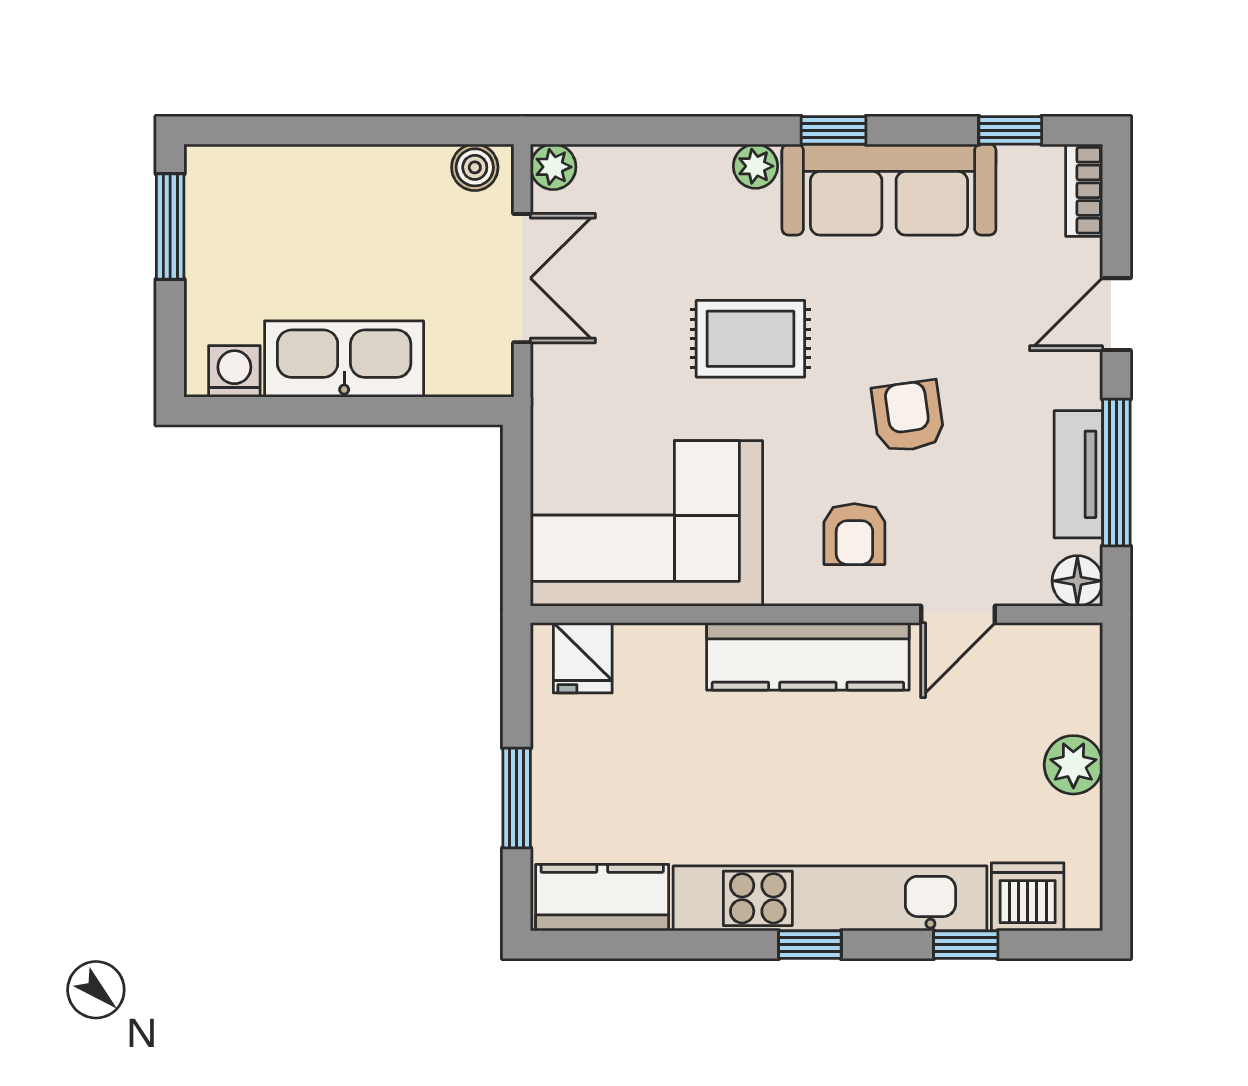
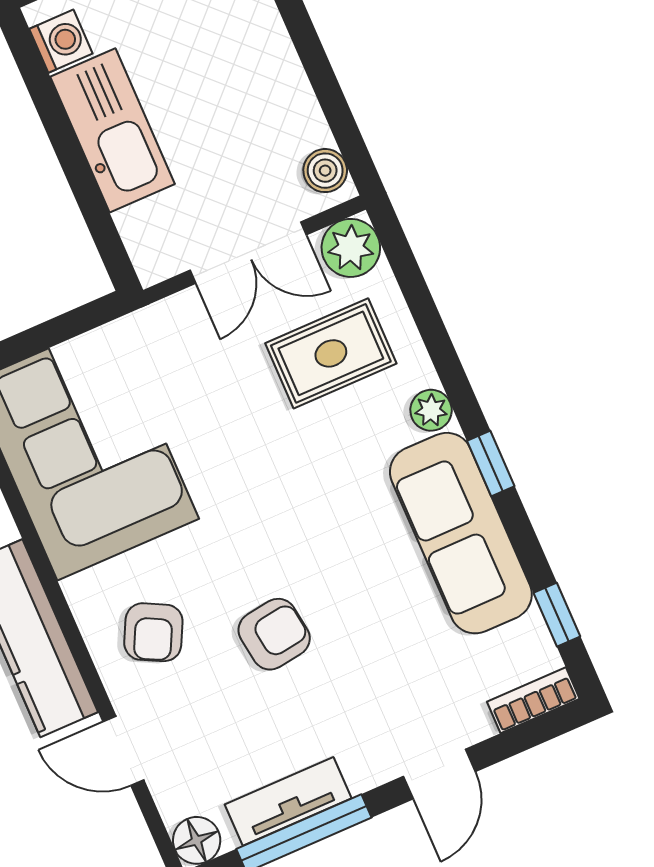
plant: (553, 167) -> (351, 248), width x1.38, depth x1.38
door: (1116, 314) -> (439, 774), swing flipped
rug: (750, 339) -> (331, 353), moved, turned 90
armchair: (854, 534) -> (153, 632), turned -63

